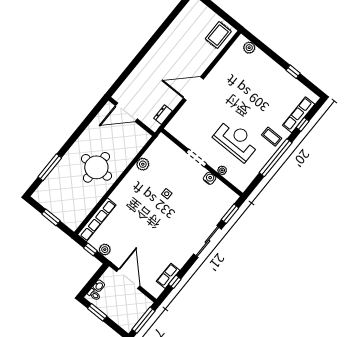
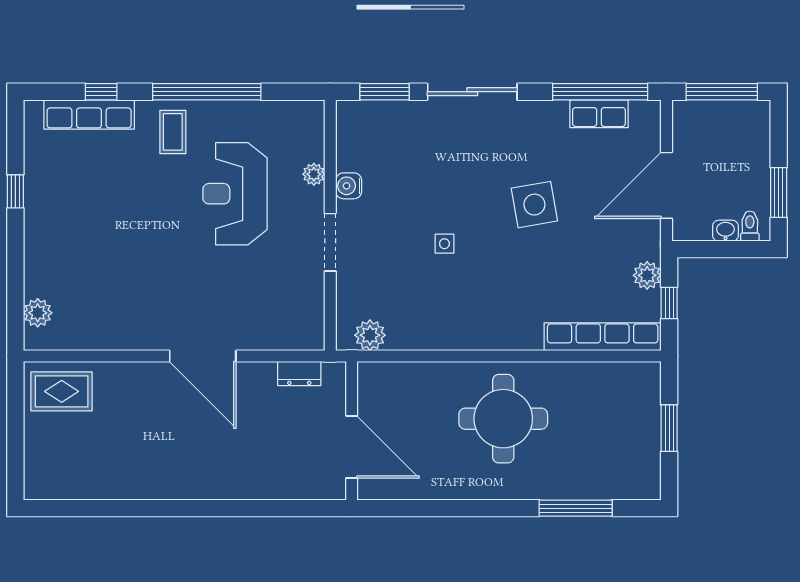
plant: (143, 164) -> (370, 335), moved
side table: (156, 232) -> (534, 205), added
window: (175, 282) -> (600, 92), width x3.17

